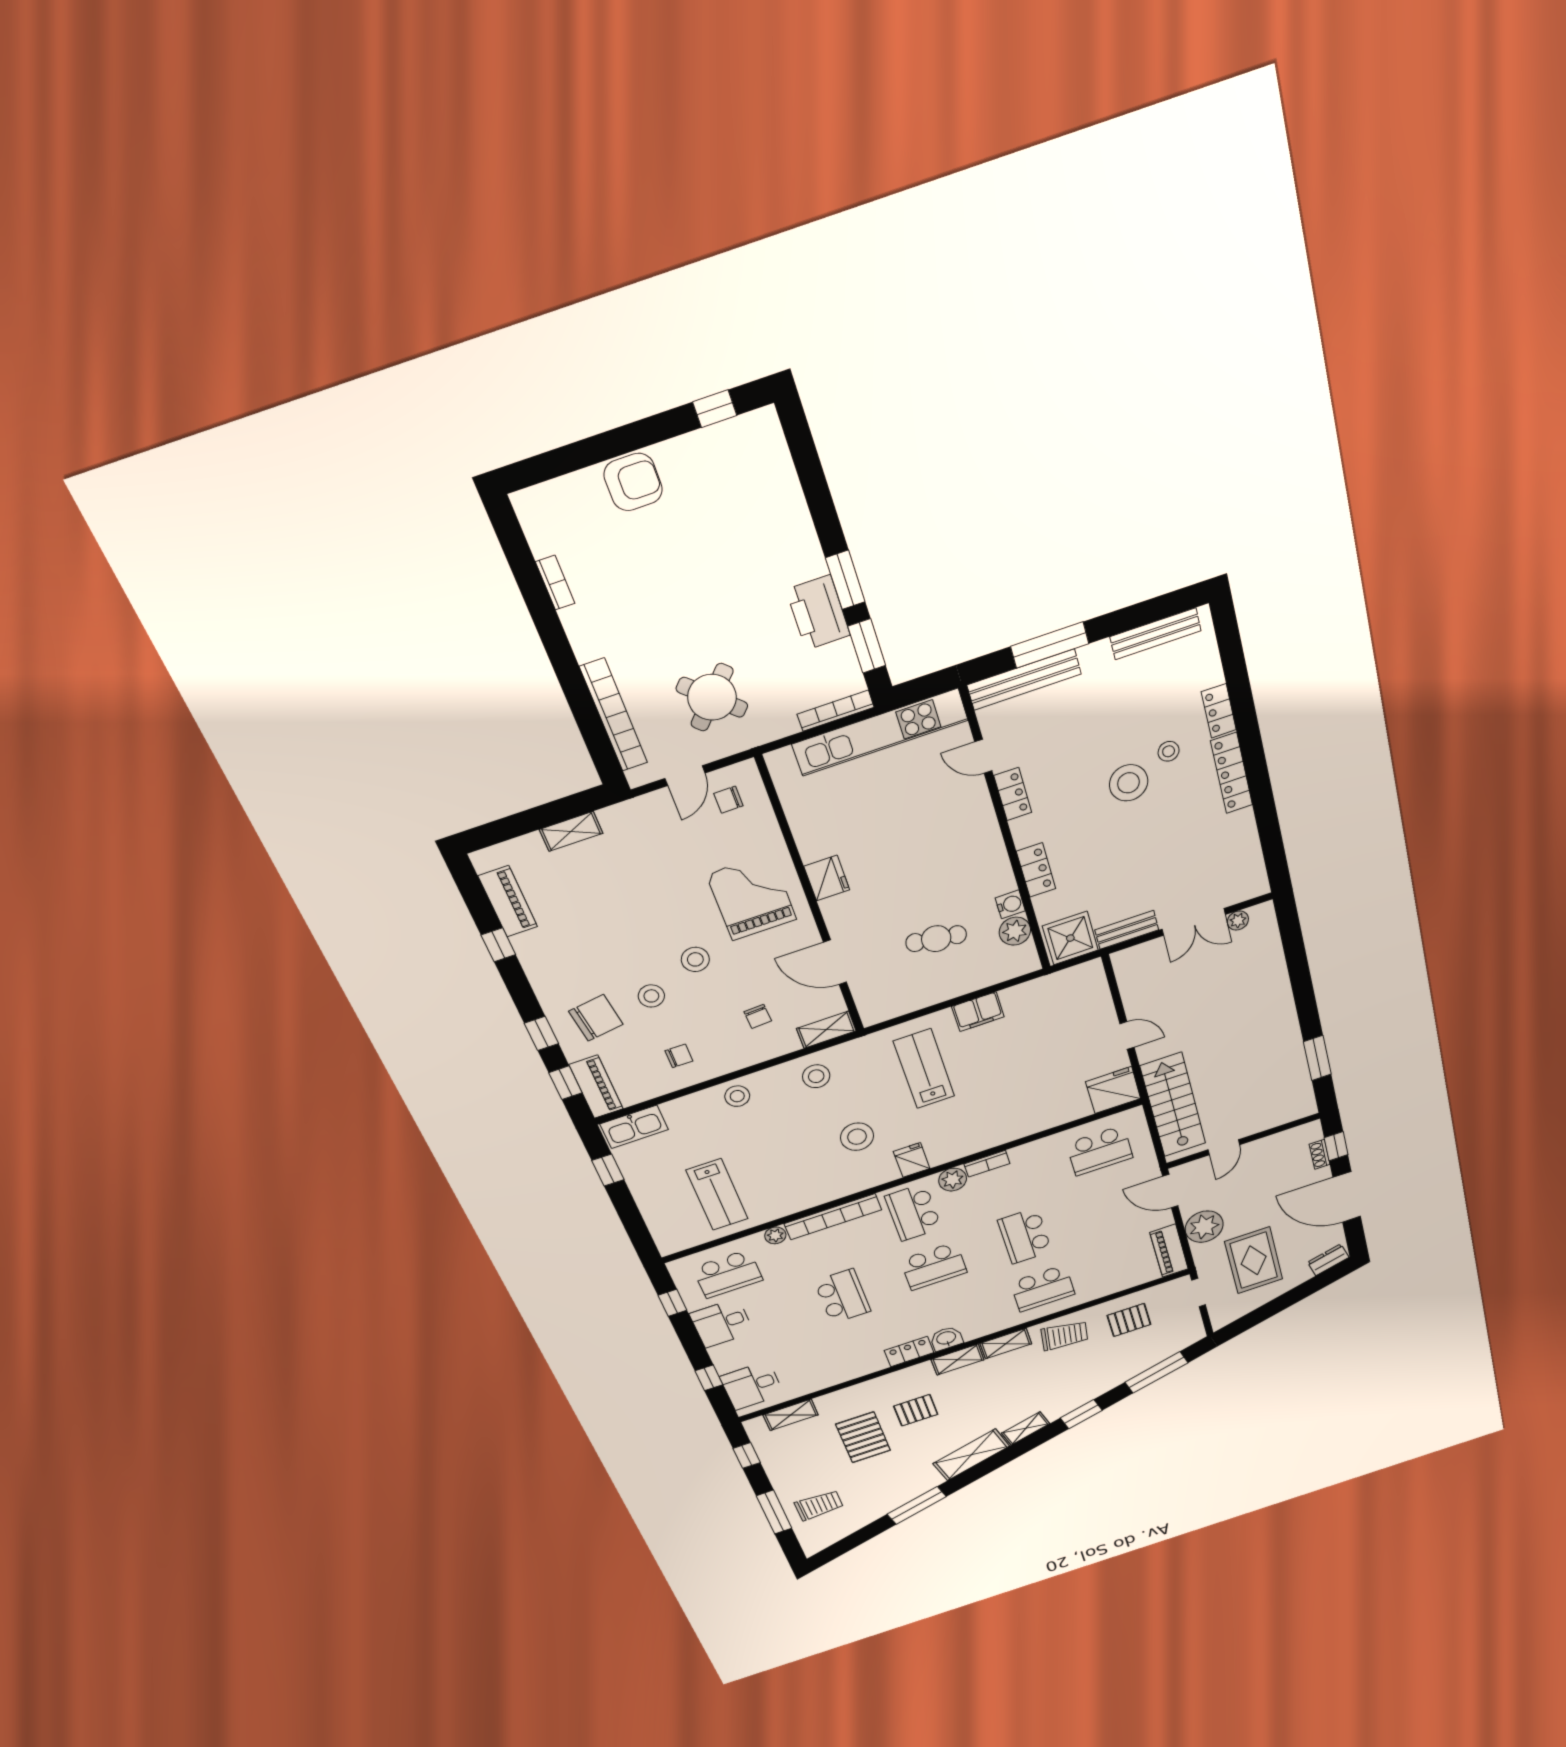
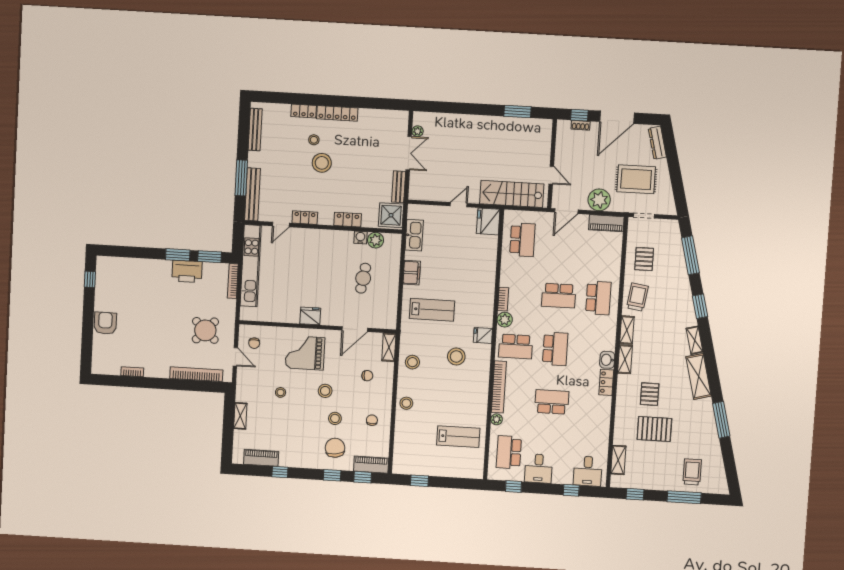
stool: (654, 885) -> (281, 392), added
lab bench: (924, 1069) -> (432, 310), turned 180
kitchen sink: (634, 1127) -> (414, 235), moved
dresser: (1328, 1260) -> (657, 143), width x1.44
school desk: (728, 1274) -> (509, 452), turned 180

